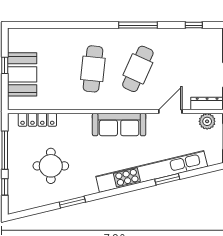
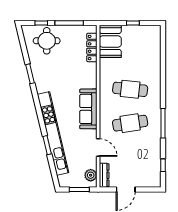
cafe table: (138, 69) -> (130, 123), turned -33
booth: (22, 74) -> (110, 41), moved, turned 90
round table: (51, 166) -> (47, 41), moved

